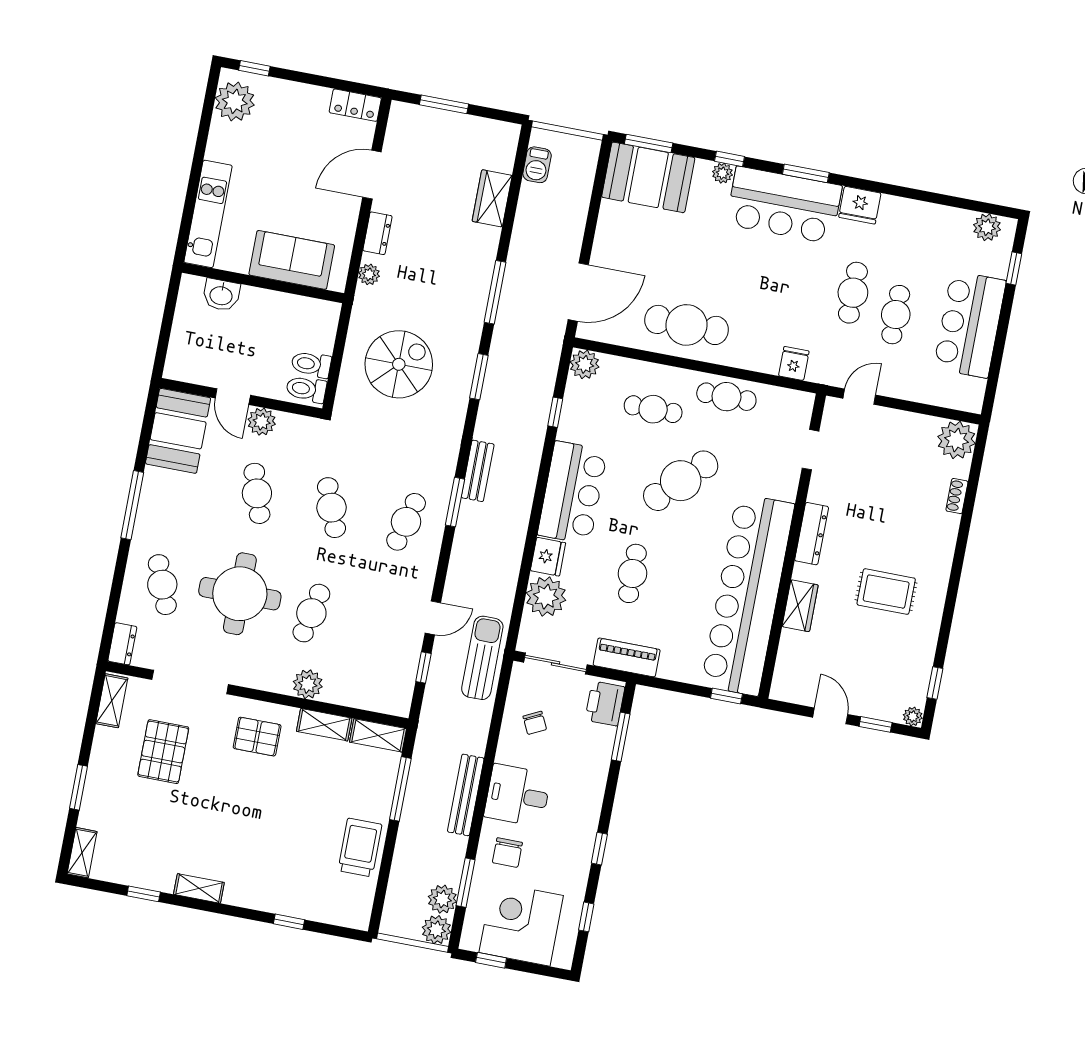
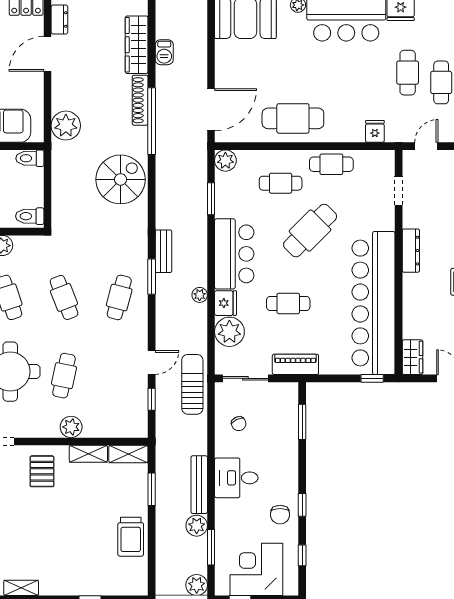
barbecue: (537, 165) -> (164, 52), moved
wardrobe: (492, 198) -> (137, 45), width x1.50
dresser: (377, 233) -> (59, 19), moved
shoe rack: (485, 261) -> (140, 100), added
plant: (369, 274) -> (66, 126), width x1.88, depth x1.88
window: (495, 292) -> (152, 121), width x1.46
toilet: (311, 364) -> (30, 158), moved
spiral stairs: (399, 364) -> (121, 179), moved
window: (479, 377) -> (152, 184), removed
window: (555, 412) -> (211, 199), width x1.50
plant: (515, 539) -> (200, 295), added
cafe table: (632, 573) -> (288, 303), turned 90
wardrobe: (800, 606) -> (412, 357), moved
printer: (605, 703) -> (286, 400), removed
pallet: (257, 737) -> (42, 471), turned 90
window: (400, 789) -> (152, 489), width x0.69
trolley: (360, 847) -> (131, 537), turned 180
chair: (507, 853) -> (280, 515), moved
plant: (442, 899) -> (197, 526), moved

